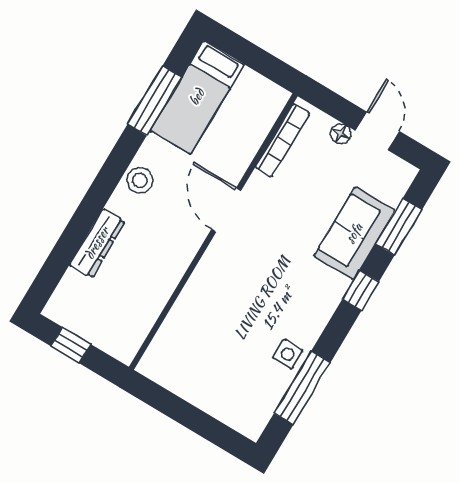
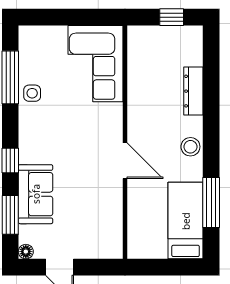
floor lamp: (341, 134) -> (26, 252), moved
bookcase: (282, 140) -> (116, 226), removed
corner sofa: (193, 344) -> (96, 64), added

